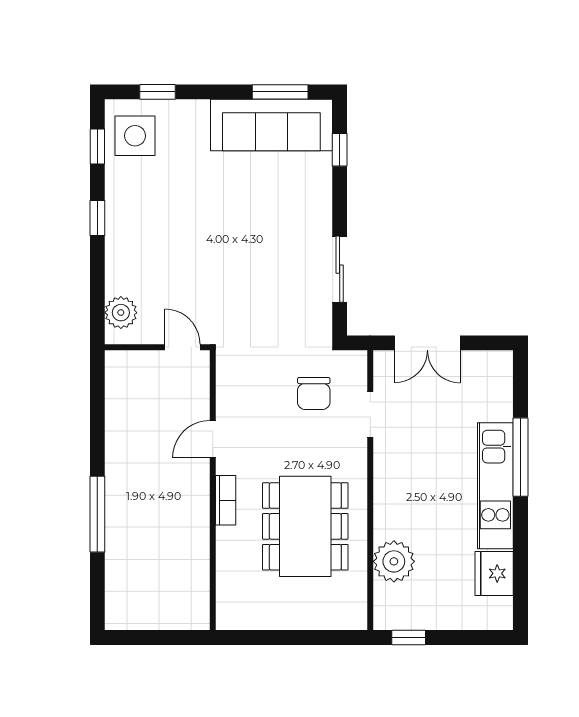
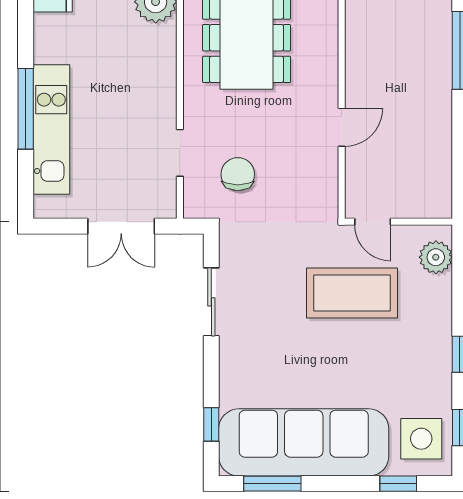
sofa: (271, 125) -> (304, 442), width x1.36, depth x1.27
coffee table: (202, 278) -> (352, 293), added
double door: (427, 343) -> (121, 226), swing flipped
kitchen unit: (495, 486) -> (51, 129), moved
bookcase: (226, 500) -> (328, 65), removed

